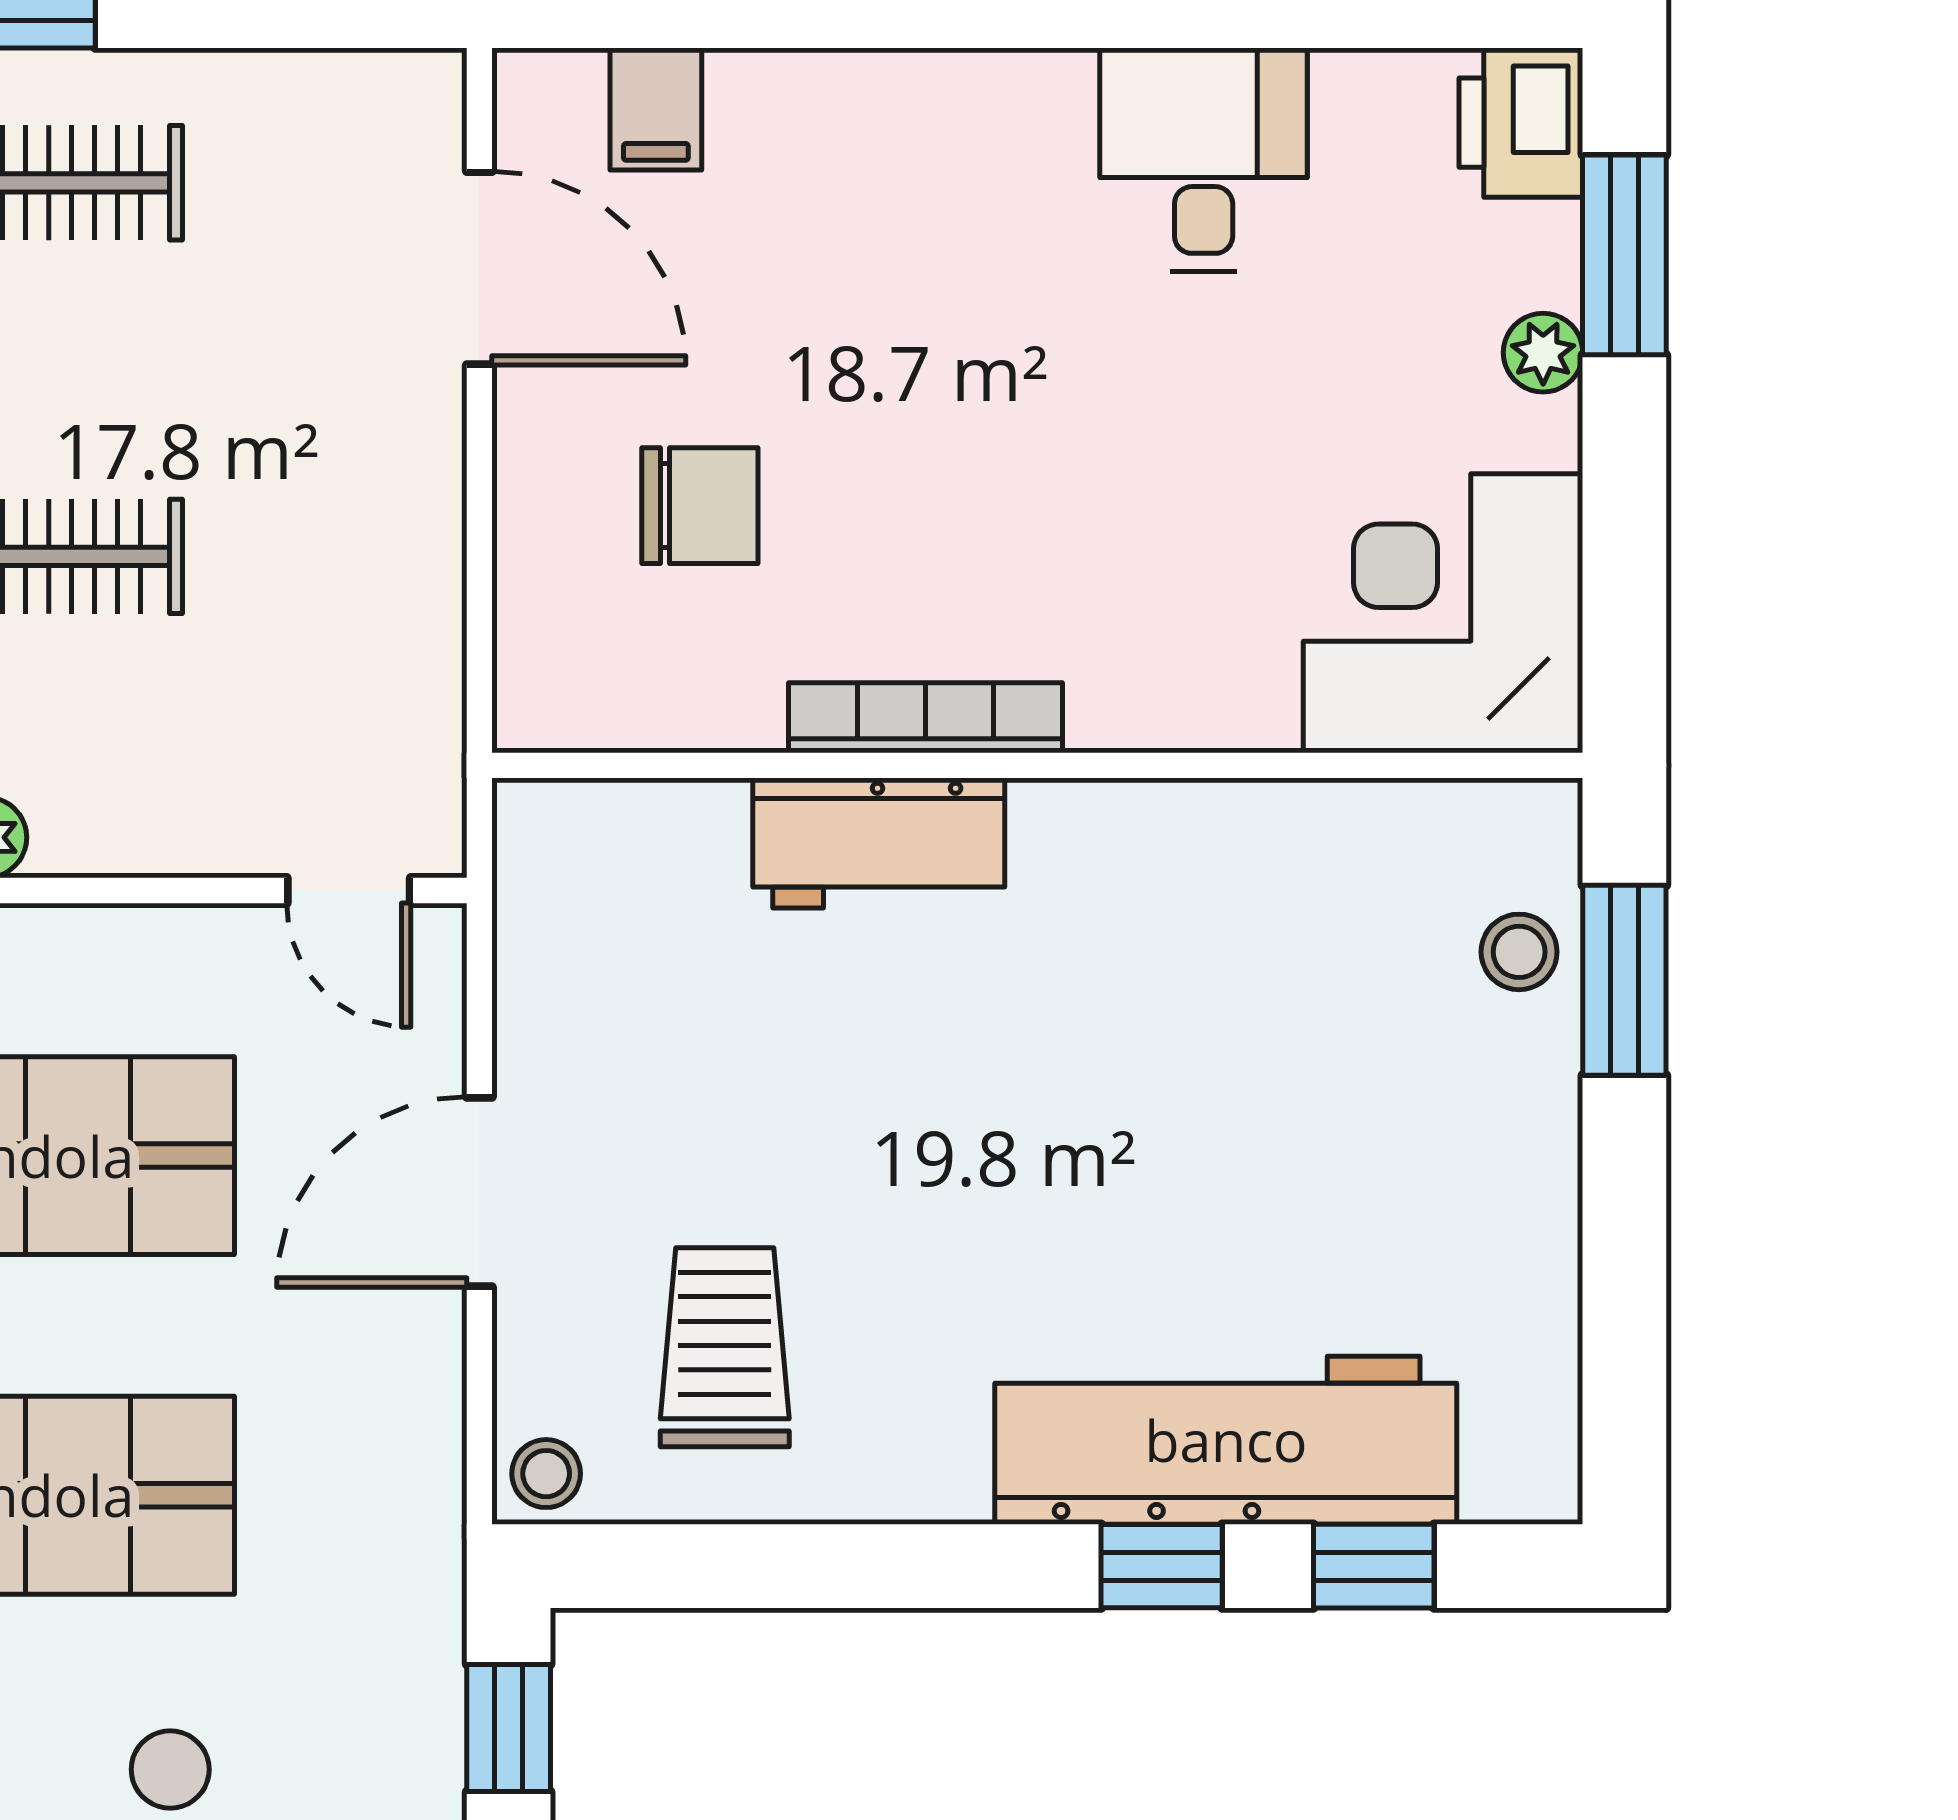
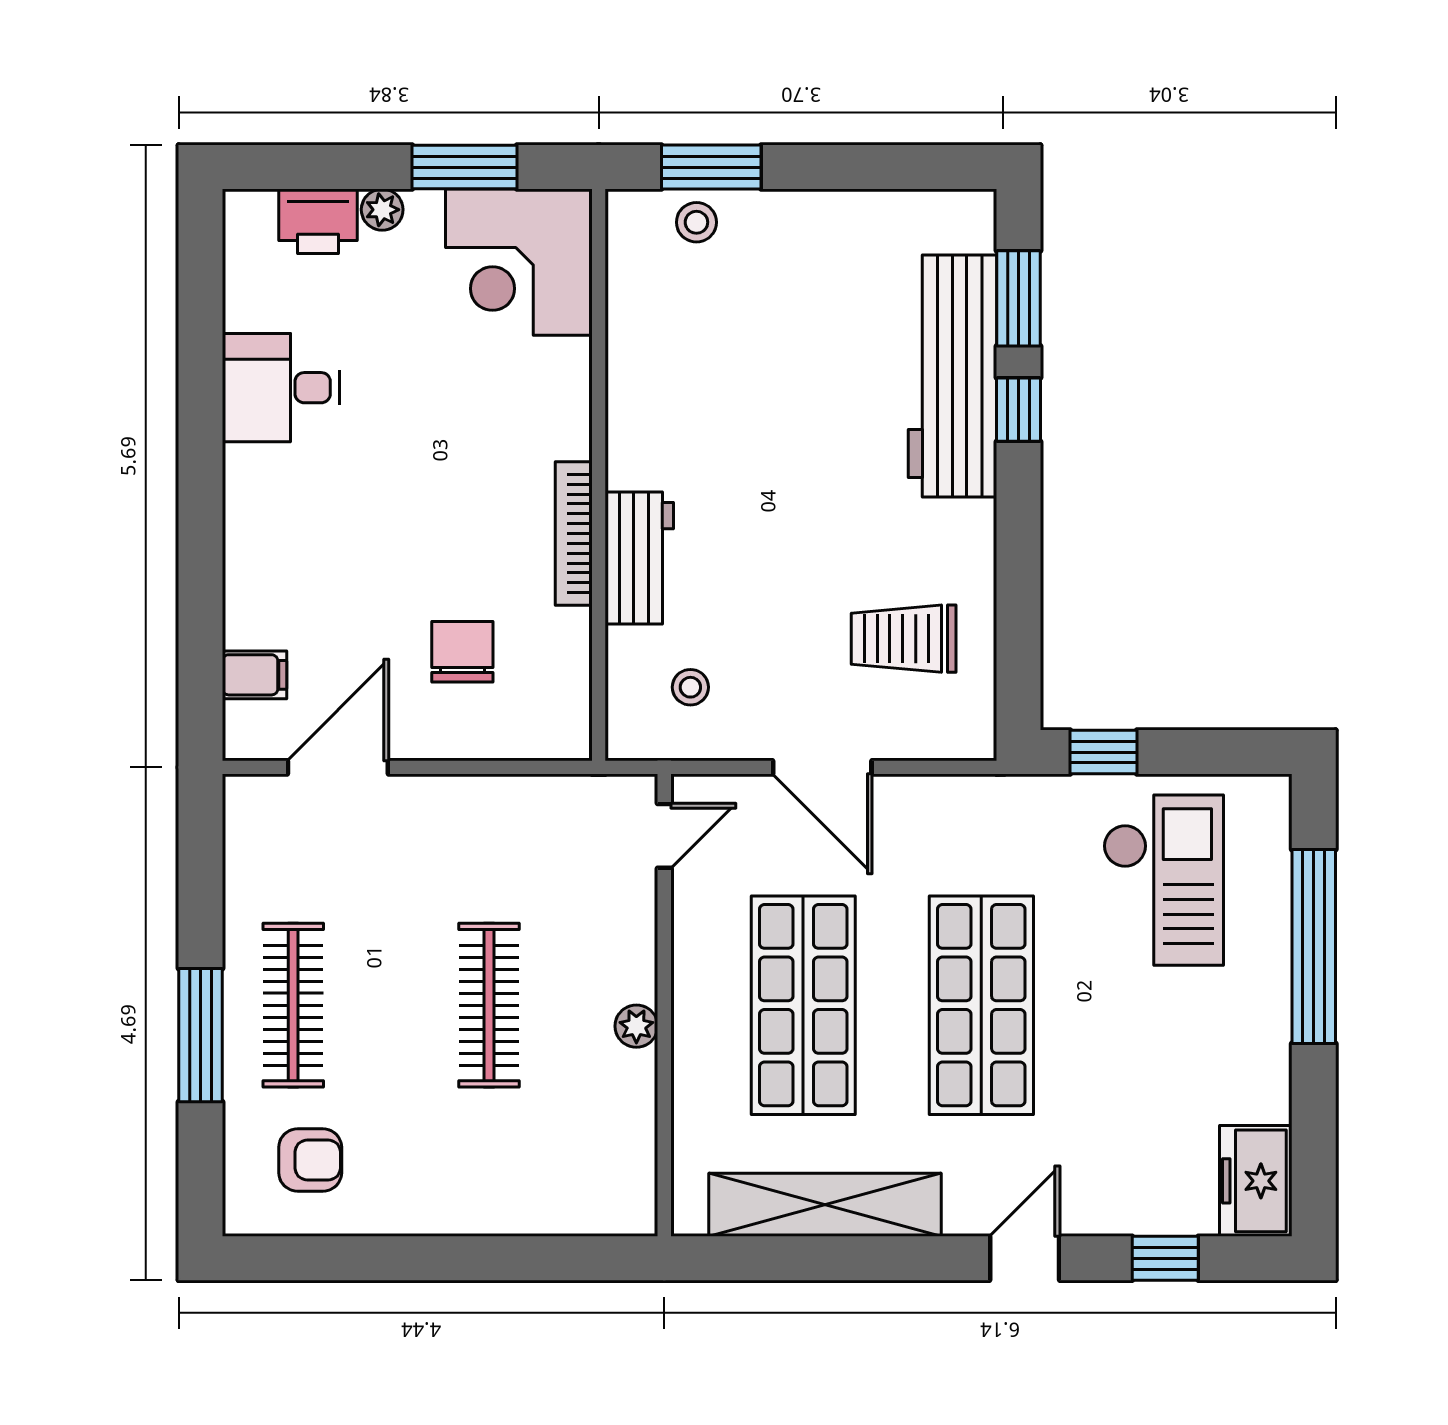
printer: (1521, 123) -> (318, 221), moved
window: (1624, 255) -> (464, 167), moved
stool: (546, 1474) -> (690, 687), moved
window: (1374, 1566) -> (1018, 298), width x1.50

